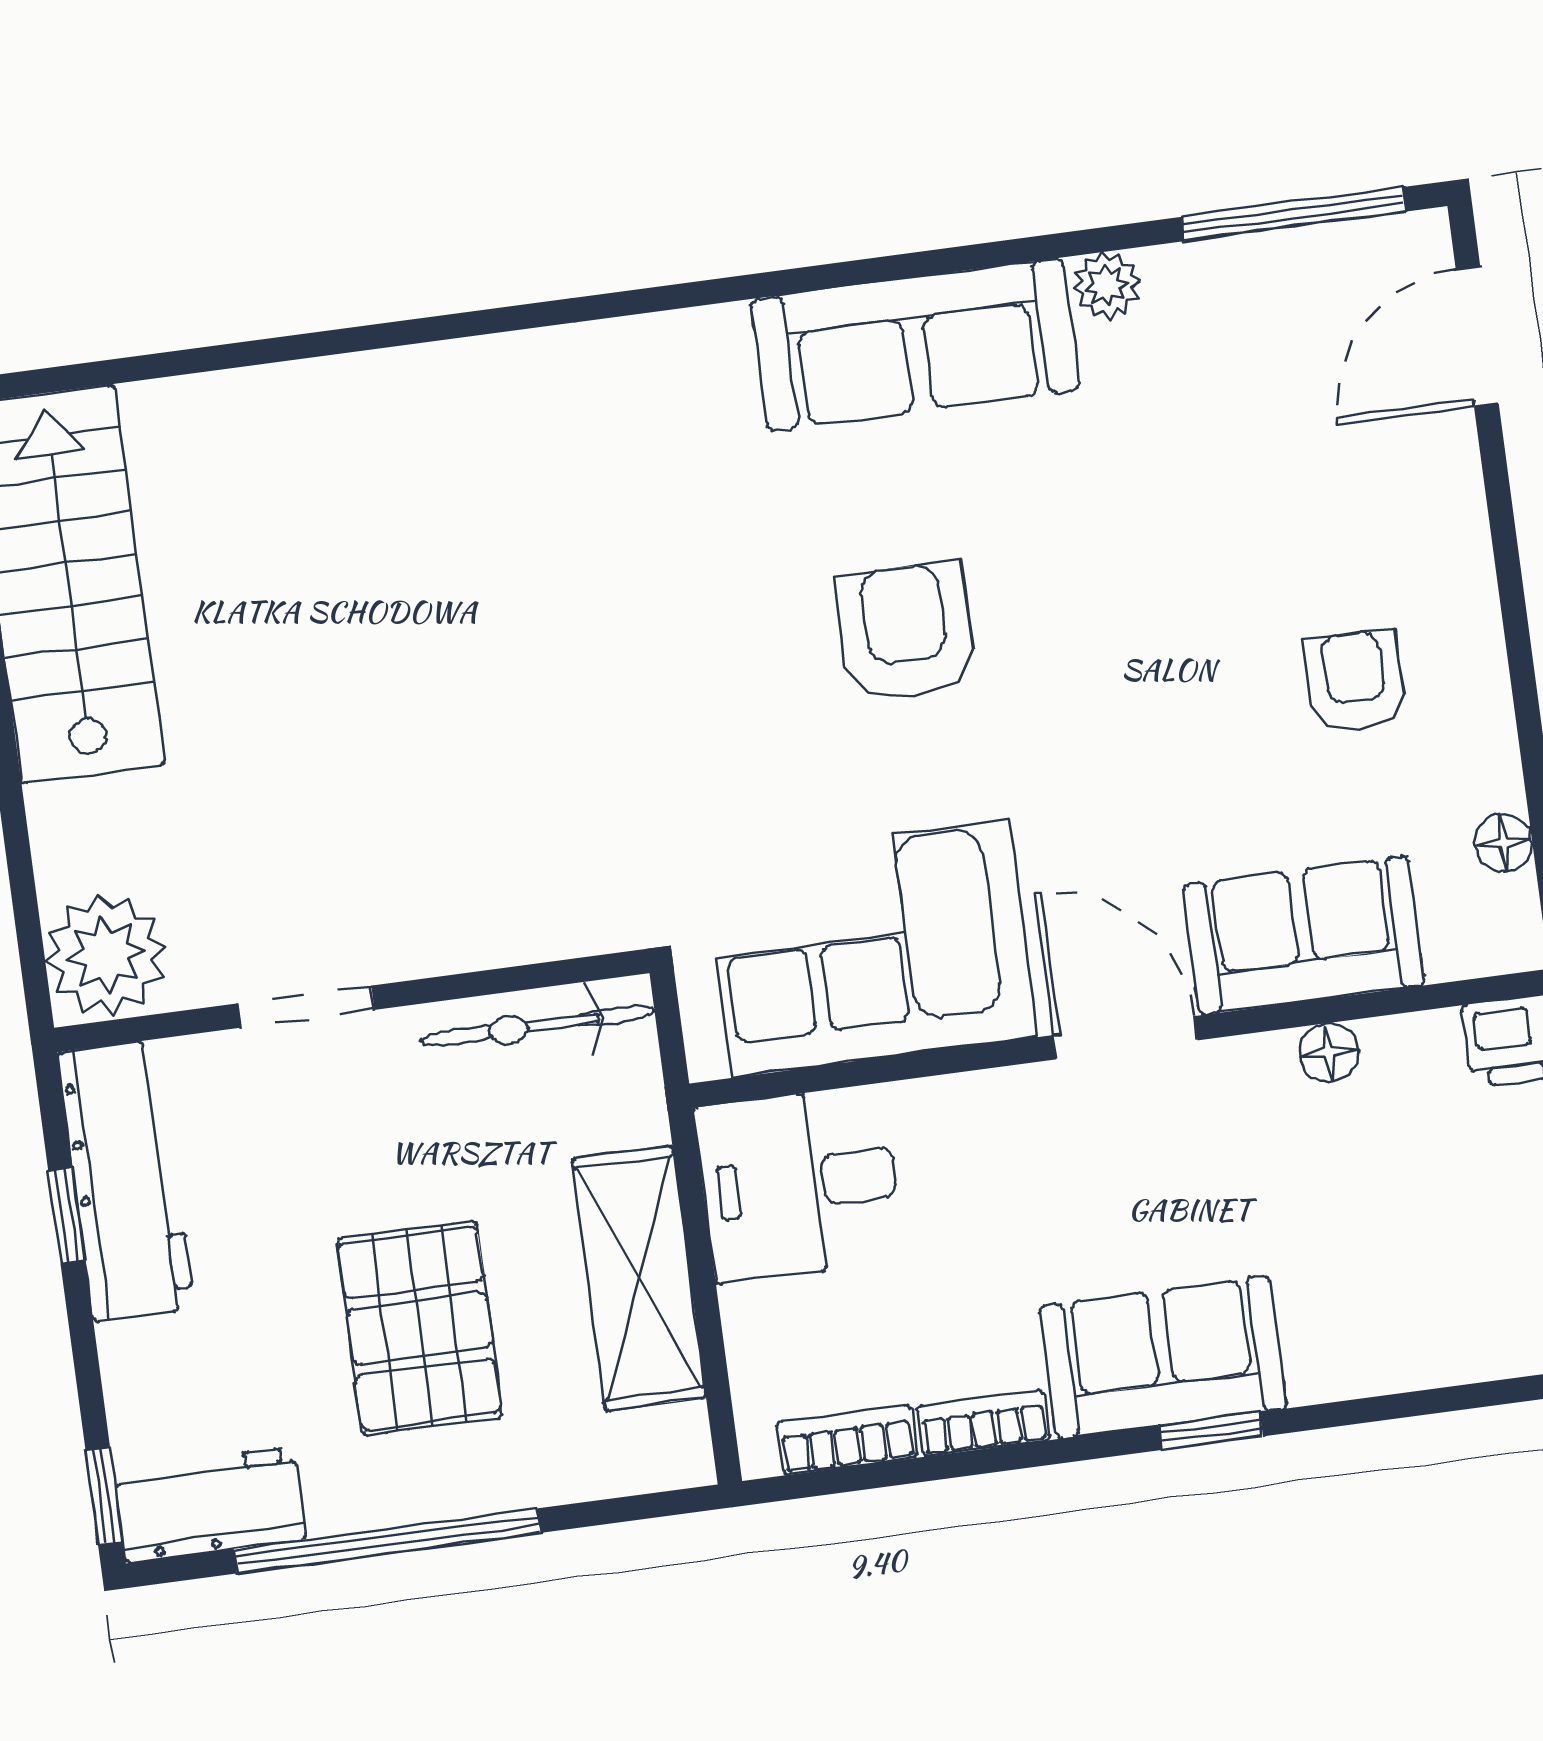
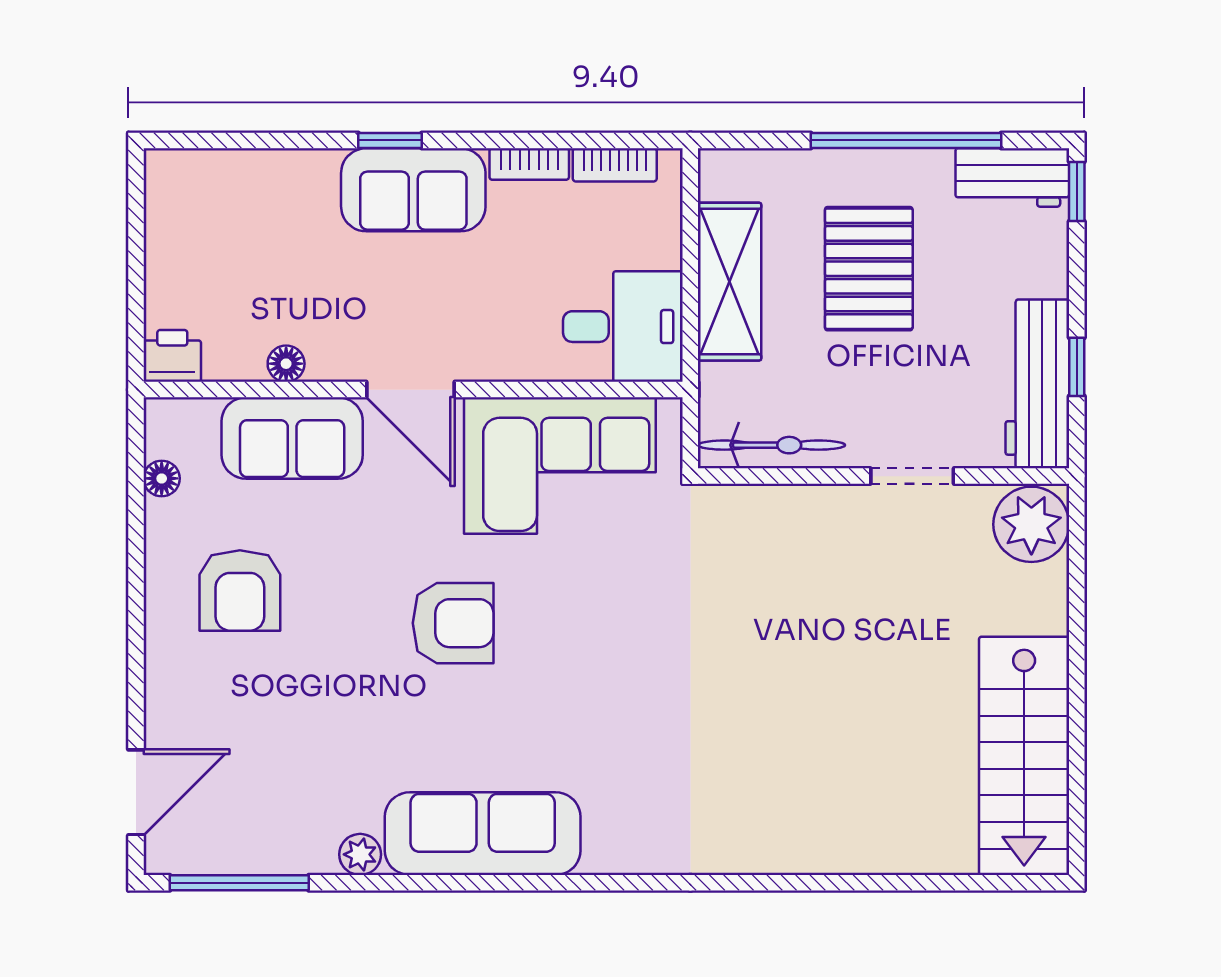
armchair: (906, 632) -> (453, 623), moved, turned -90
armchair: (1355, 681) -> (240, 590), width x1.38, depth x1.38

